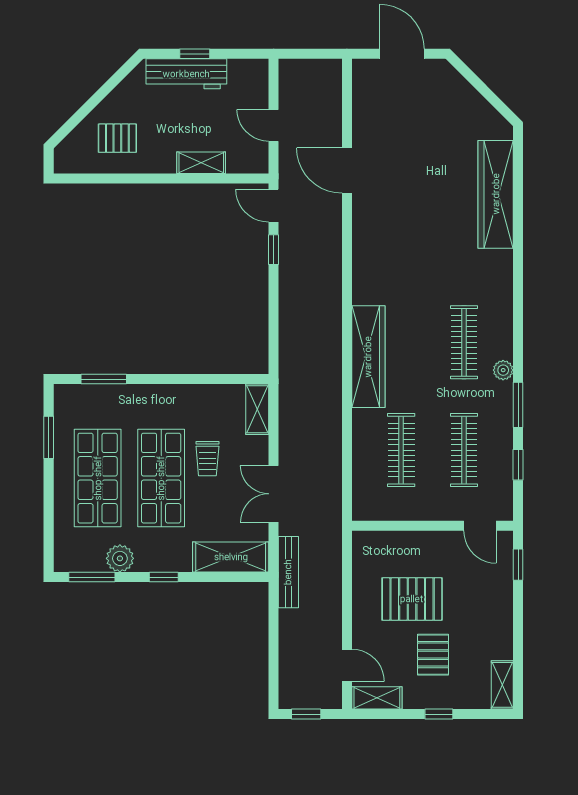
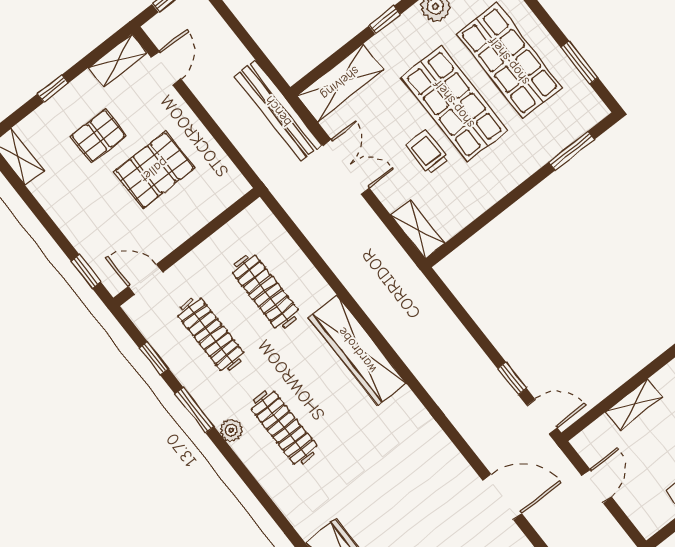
door: (274, 125) -> (597, 486), hinge flipped
bench: (288, 572) -> (278, 111), width x1.37, depth x1.21
pallet: (433, 655) -> (98, 136), turned 90
door: (347, 665) -> (166, 68), swing flipped

